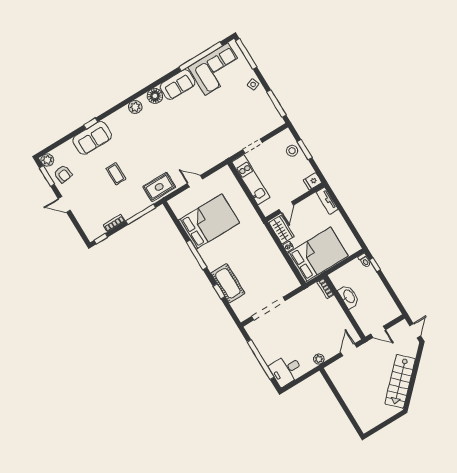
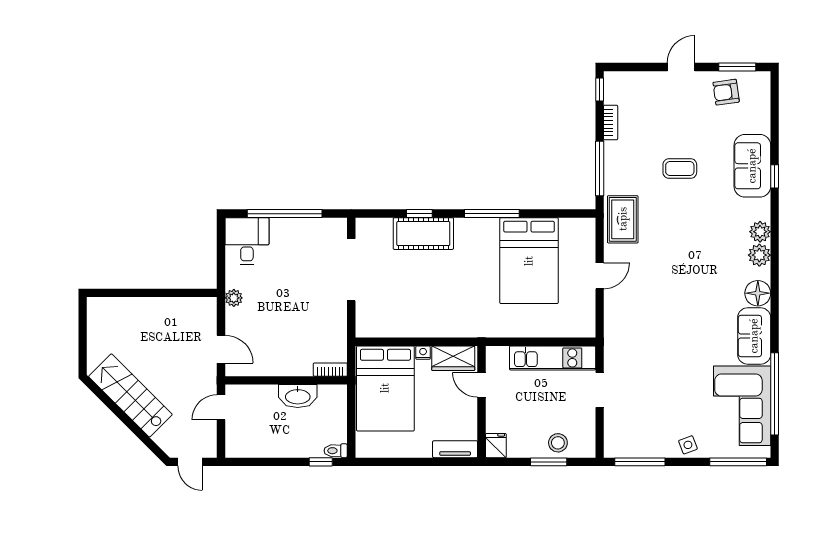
plant: (47, 160) -> (760, 232), moved

